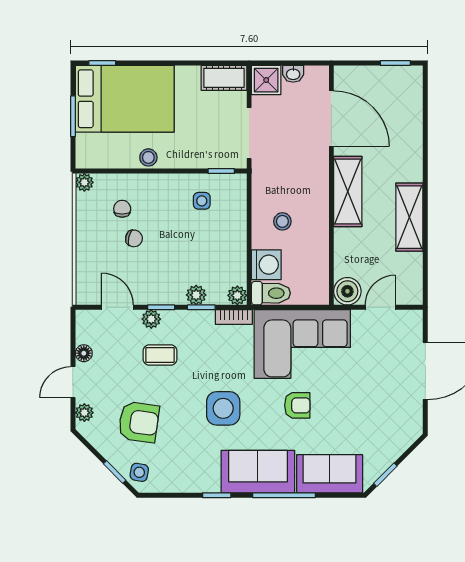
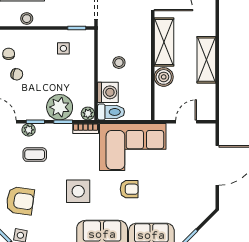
boiler: (347, 291) -> (164, 77), moved
plant: (196, 295) -> (60, 107), width x1.88, depth x1.88

